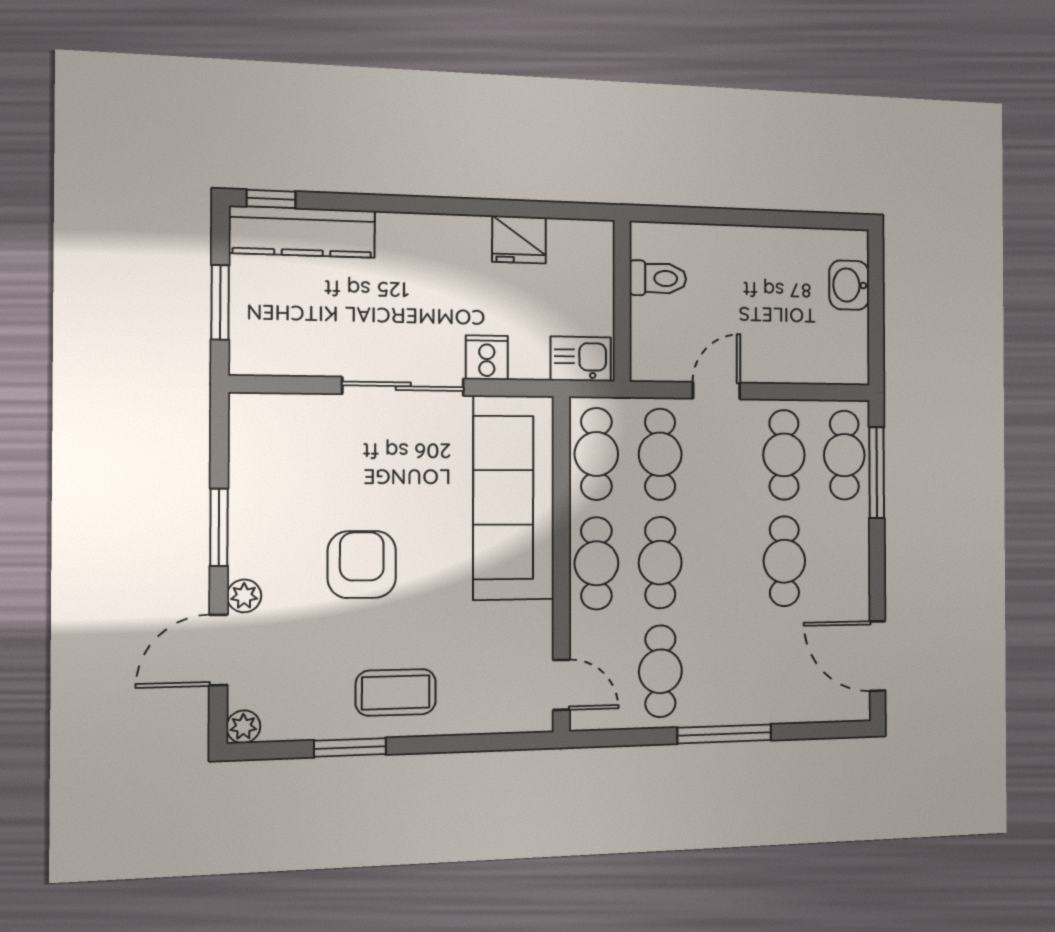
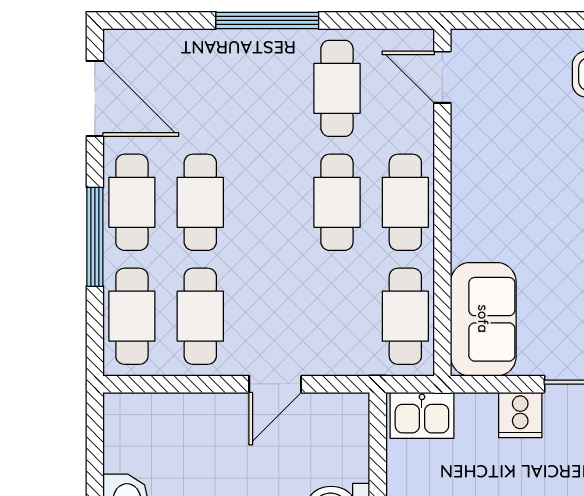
cafe table: (660, 454) -> (132, 202), moved
window: (877, 473) -> (95, 237), moved
sofa: (514, 498) -> (483, 319), width x0.54, depth x0.79

